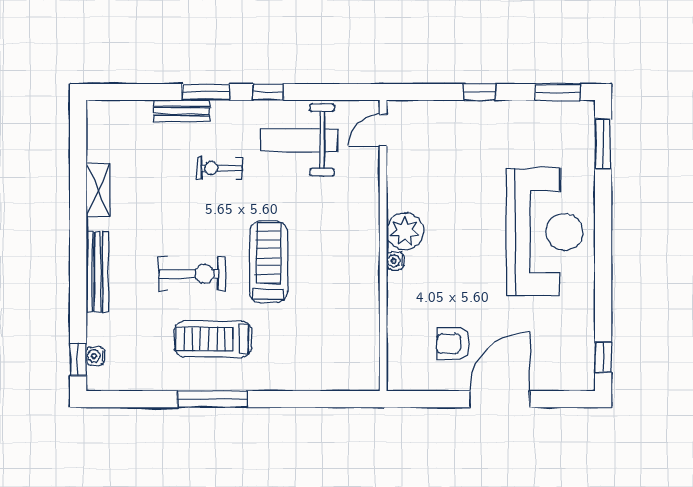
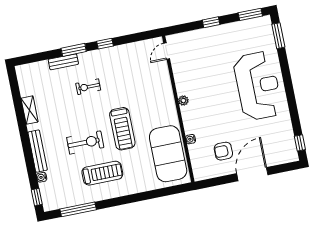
weight bench: (299, 140) -> (125, 65), removed
plant: (405, 231) -> (183, 101), width x0.53, depth x0.53
water cooler: (395, 261) -> (191, 139), moved
treadmill: (268, 262) -> (122, 129), turned 180
exercise mat: (346, 327) -> (168, 154), added
treadmill: (213, 339) -> (102, 173), turned 180
water cooler: (95, 356) -> (42, 177), moved
window: (212, 399) -> (78, 209), moved

